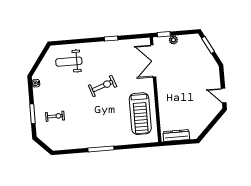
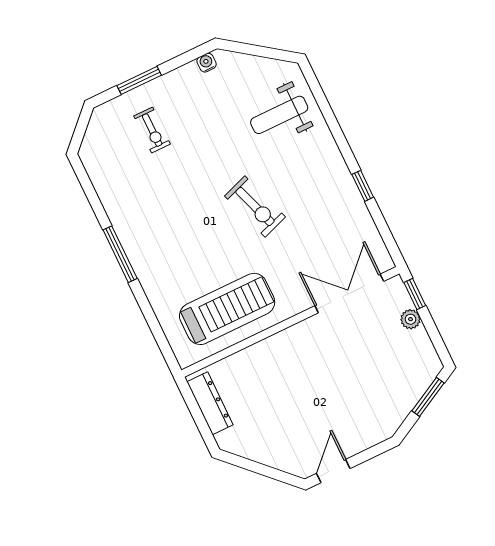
weight bench: (69, 62) -> (279, 115), turned -90
treadmill: (140, 114) -> (227, 309), turned 180

